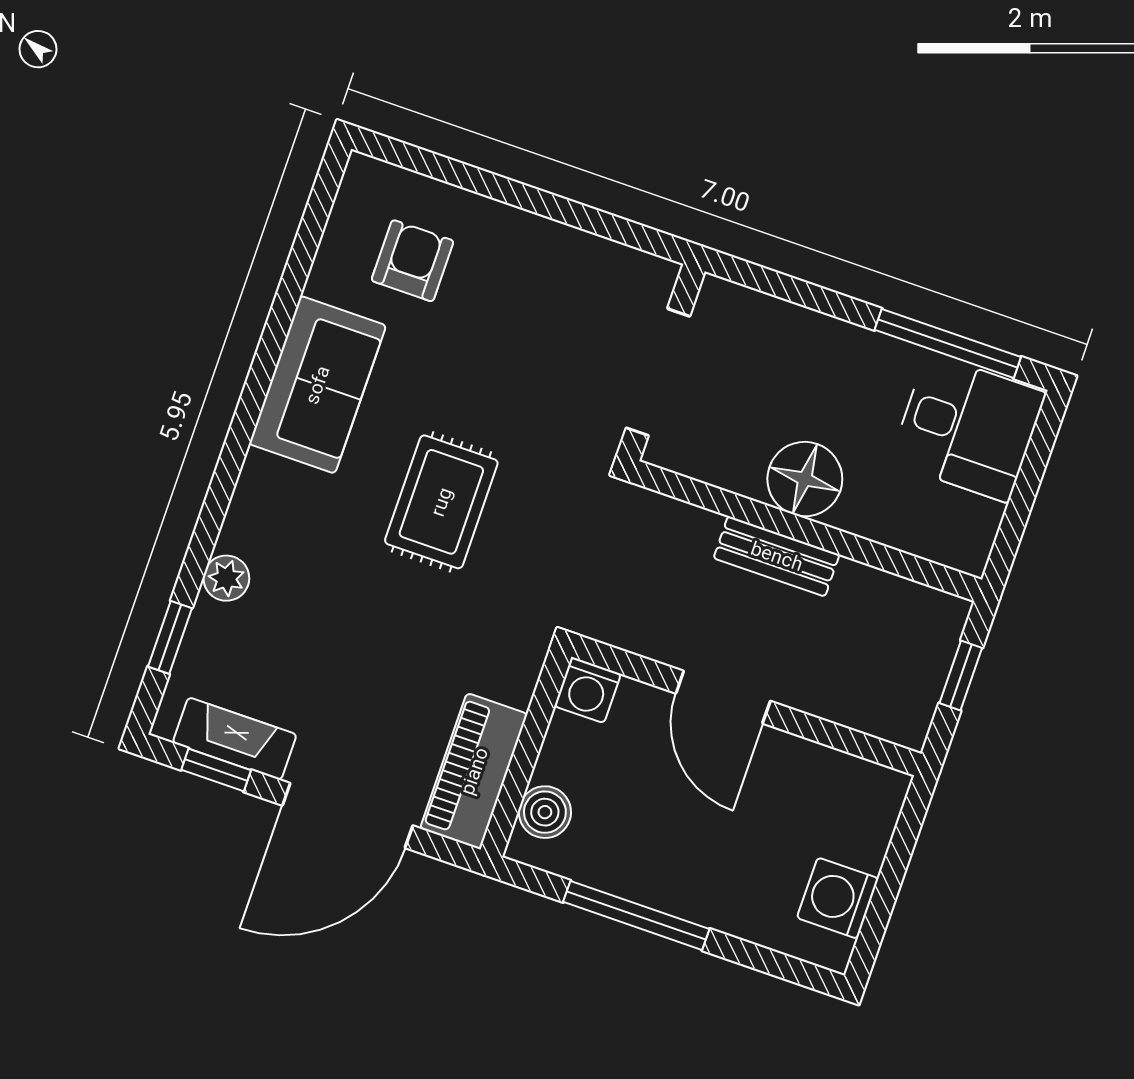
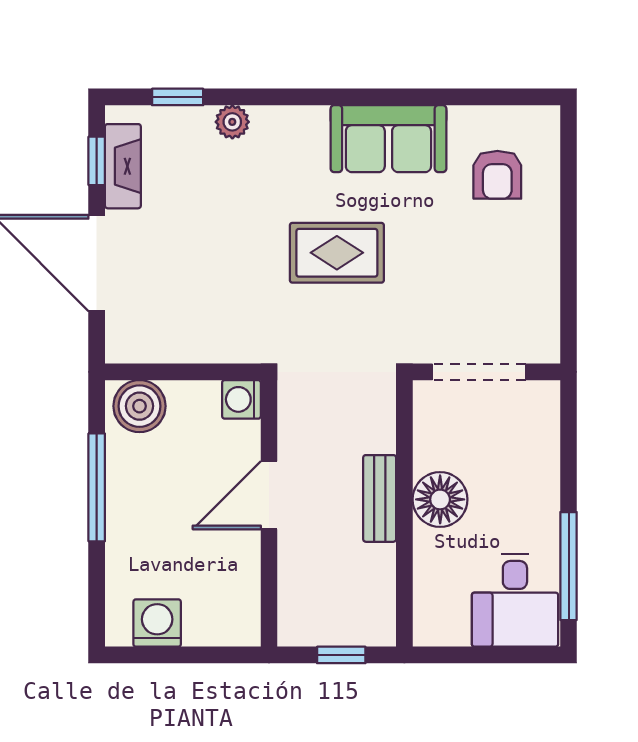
armchair: (412, 261) -> (497, 175), turned 90
piano: (474, 771) -> (158, 340), removed
boiler: (545, 812) -> (140, 406), width x1.36, depth x1.36

